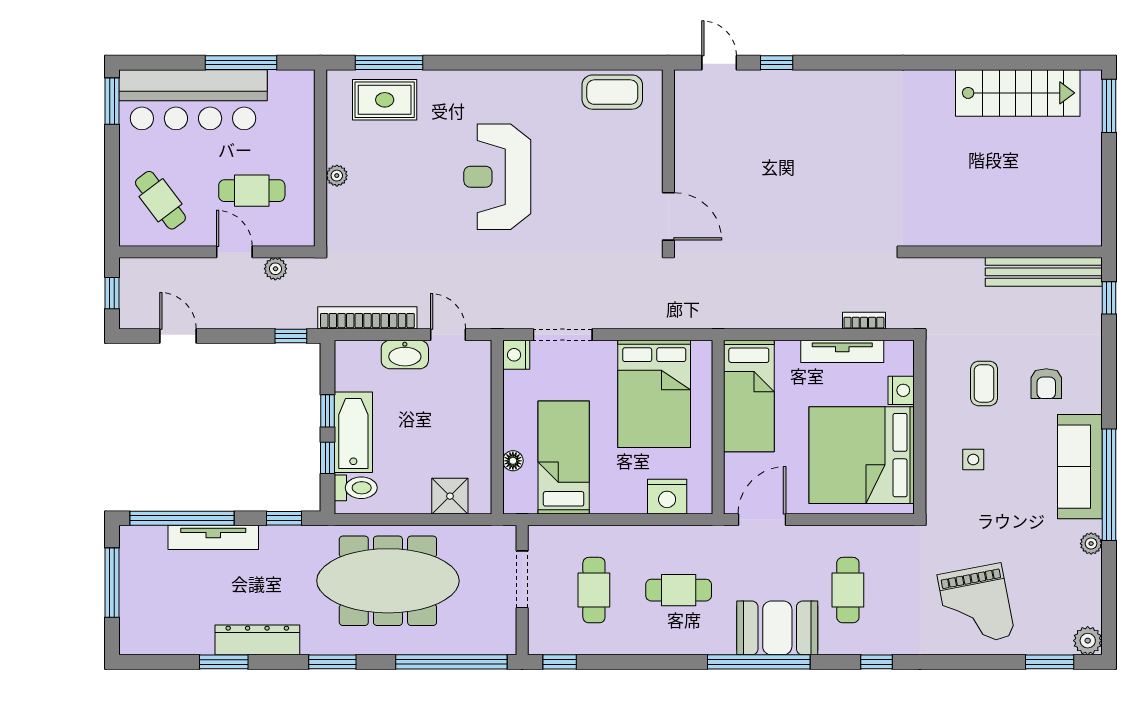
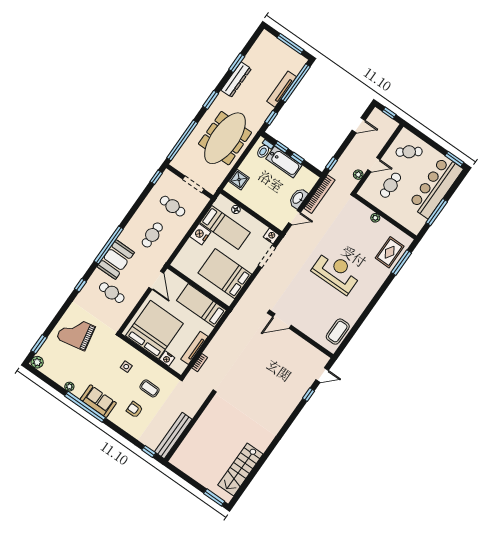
sofa: (1080, 467) -> (98, 401), width x0.73
nightstand: (667, 497) -> (200, 234), moved

